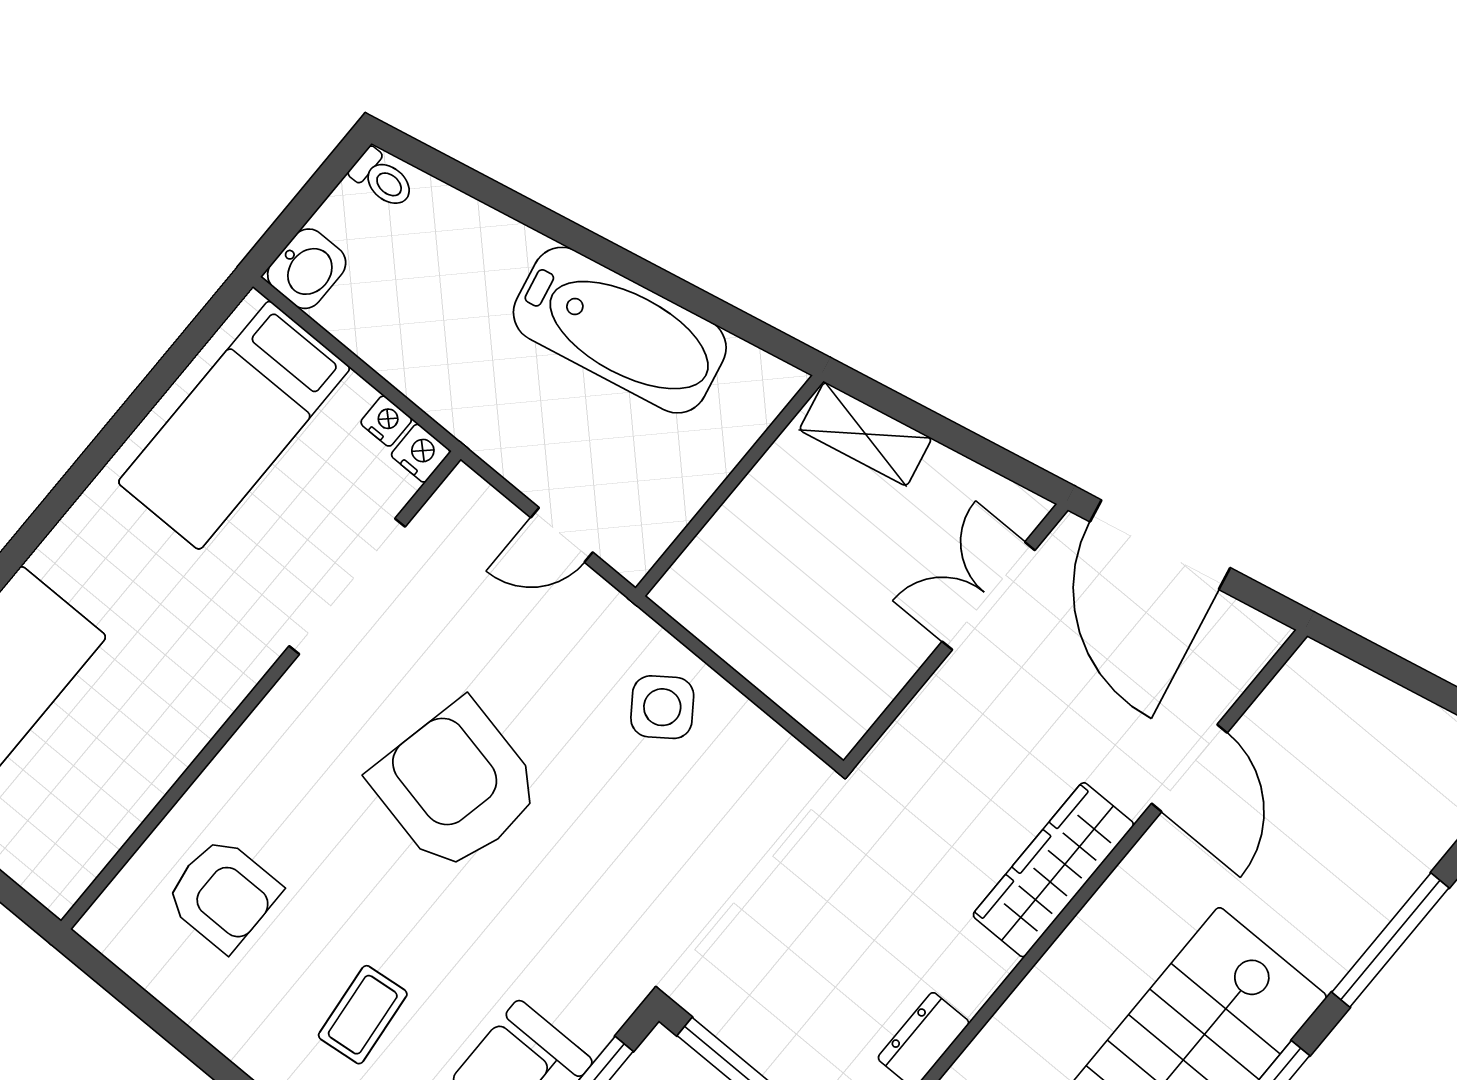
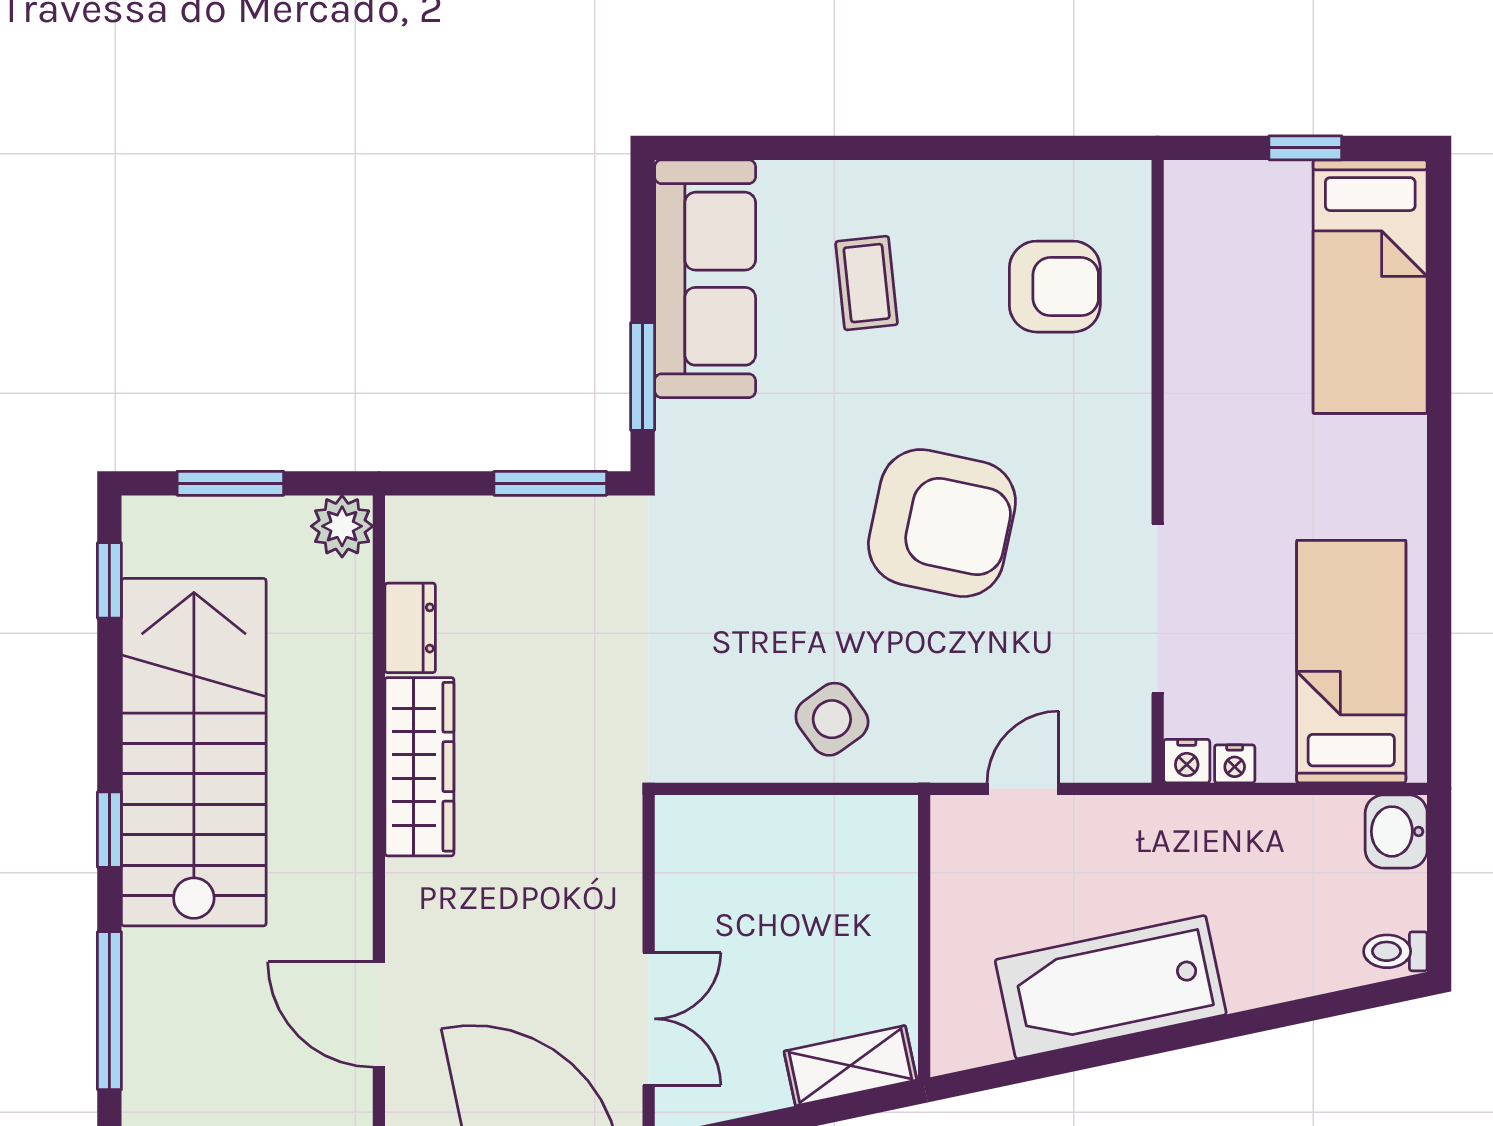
wardrobe: (1053, 870) -> (419, 767), moved
armchair: (223, 894) -> (1055, 287), turned 180

